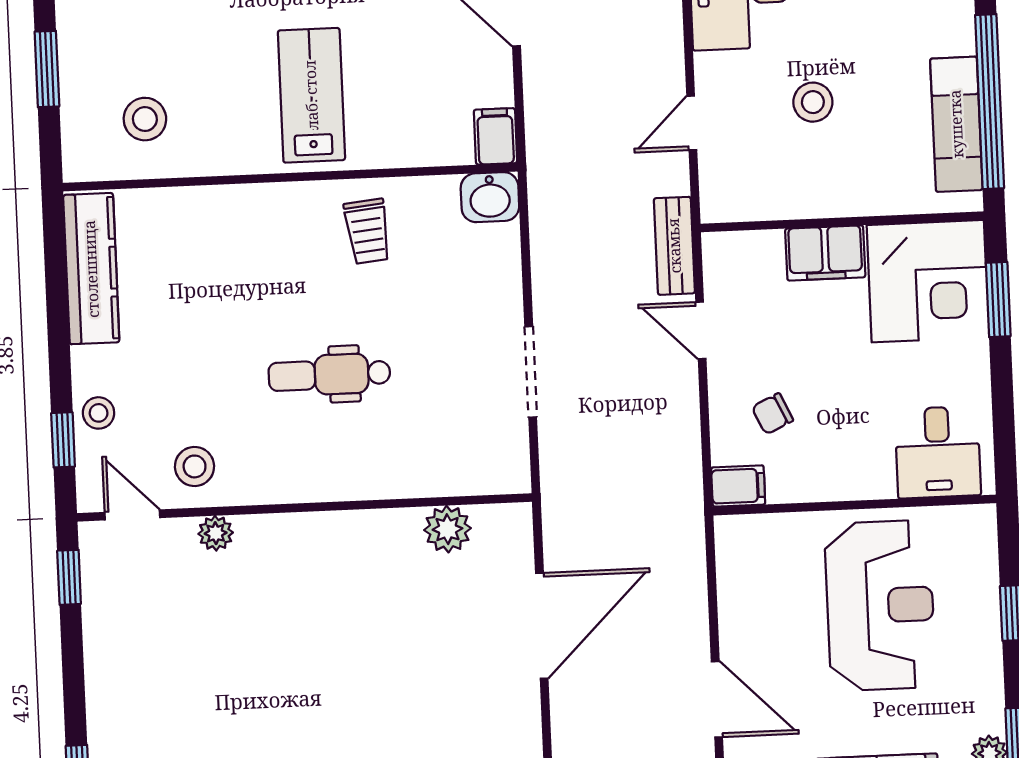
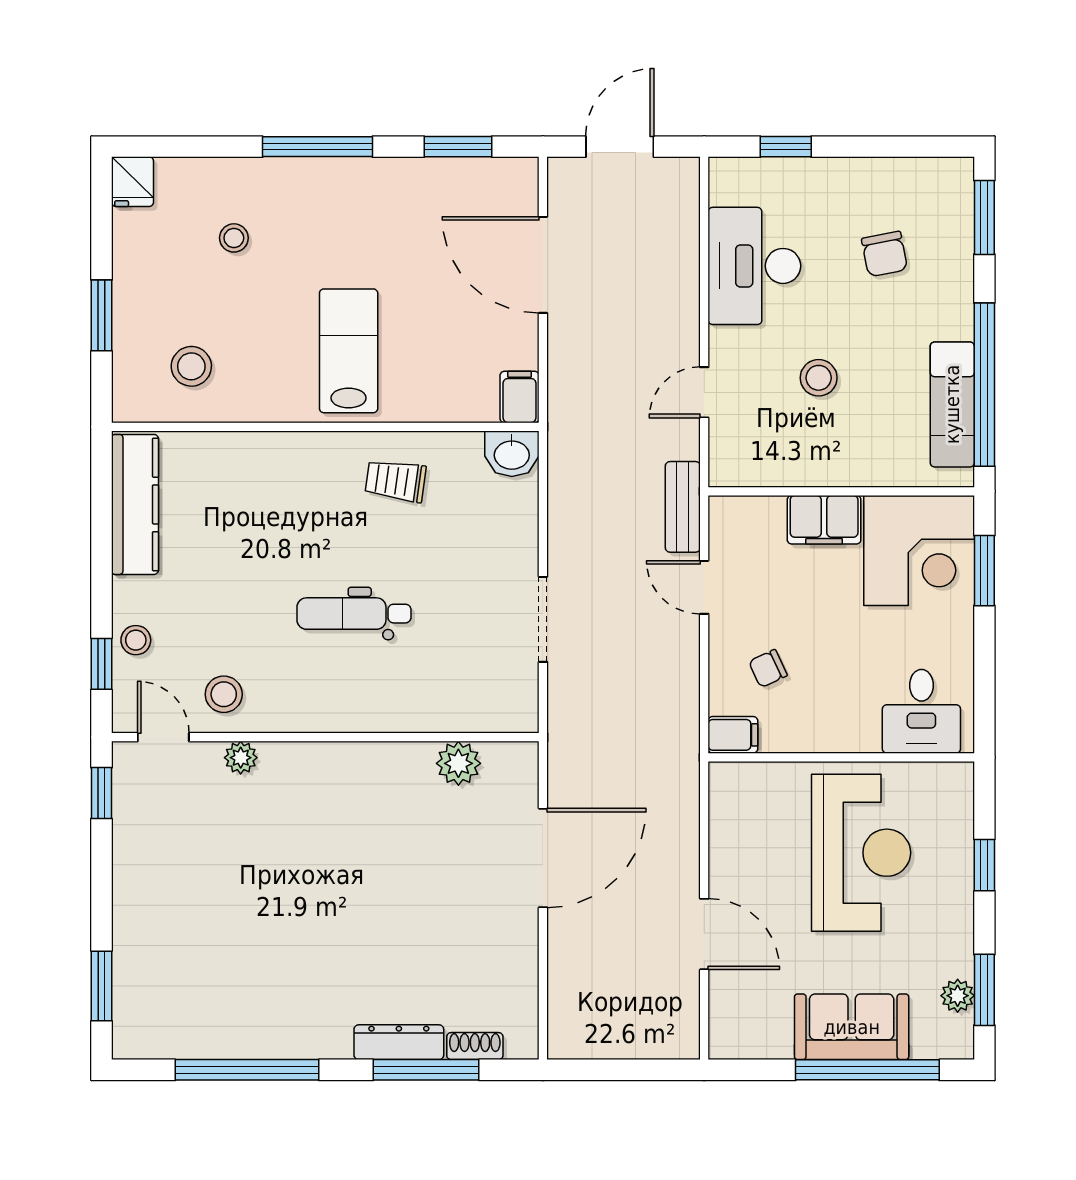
trolley: (367, 231) -> (396, 481), turned 104

